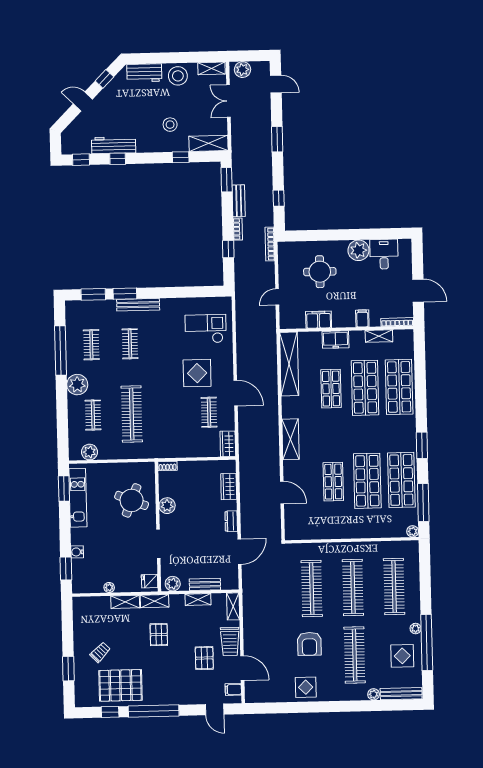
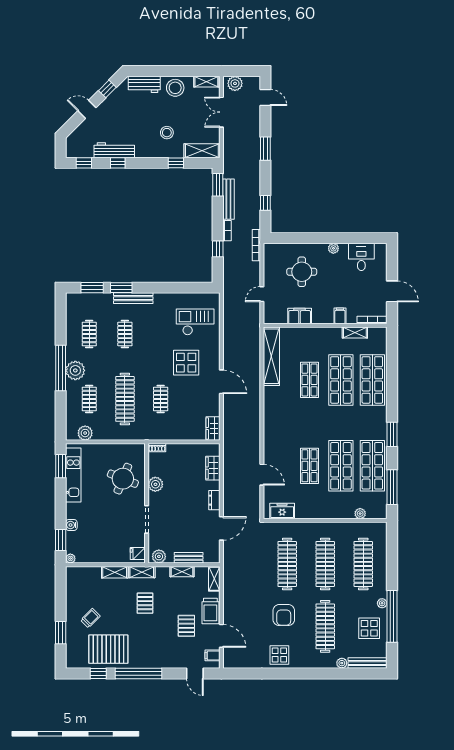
bench: (239, 201) -> (228, 199), width x1.36
plant: (359, 250) -> (333, 248), width x0.53, depth x0.53
freezer: (335, 340) -> (282, 511), moved, turned 180
window: (61, 351) -> (61, 368), moved
clothes rail: (209, 412) -> (161, 399), moved
shelving: (290, 439) -> (271, 426), removed
plant: (413, 531) -> (360, 514), moved
plant: (109, 587) -> (70, 558), moved

